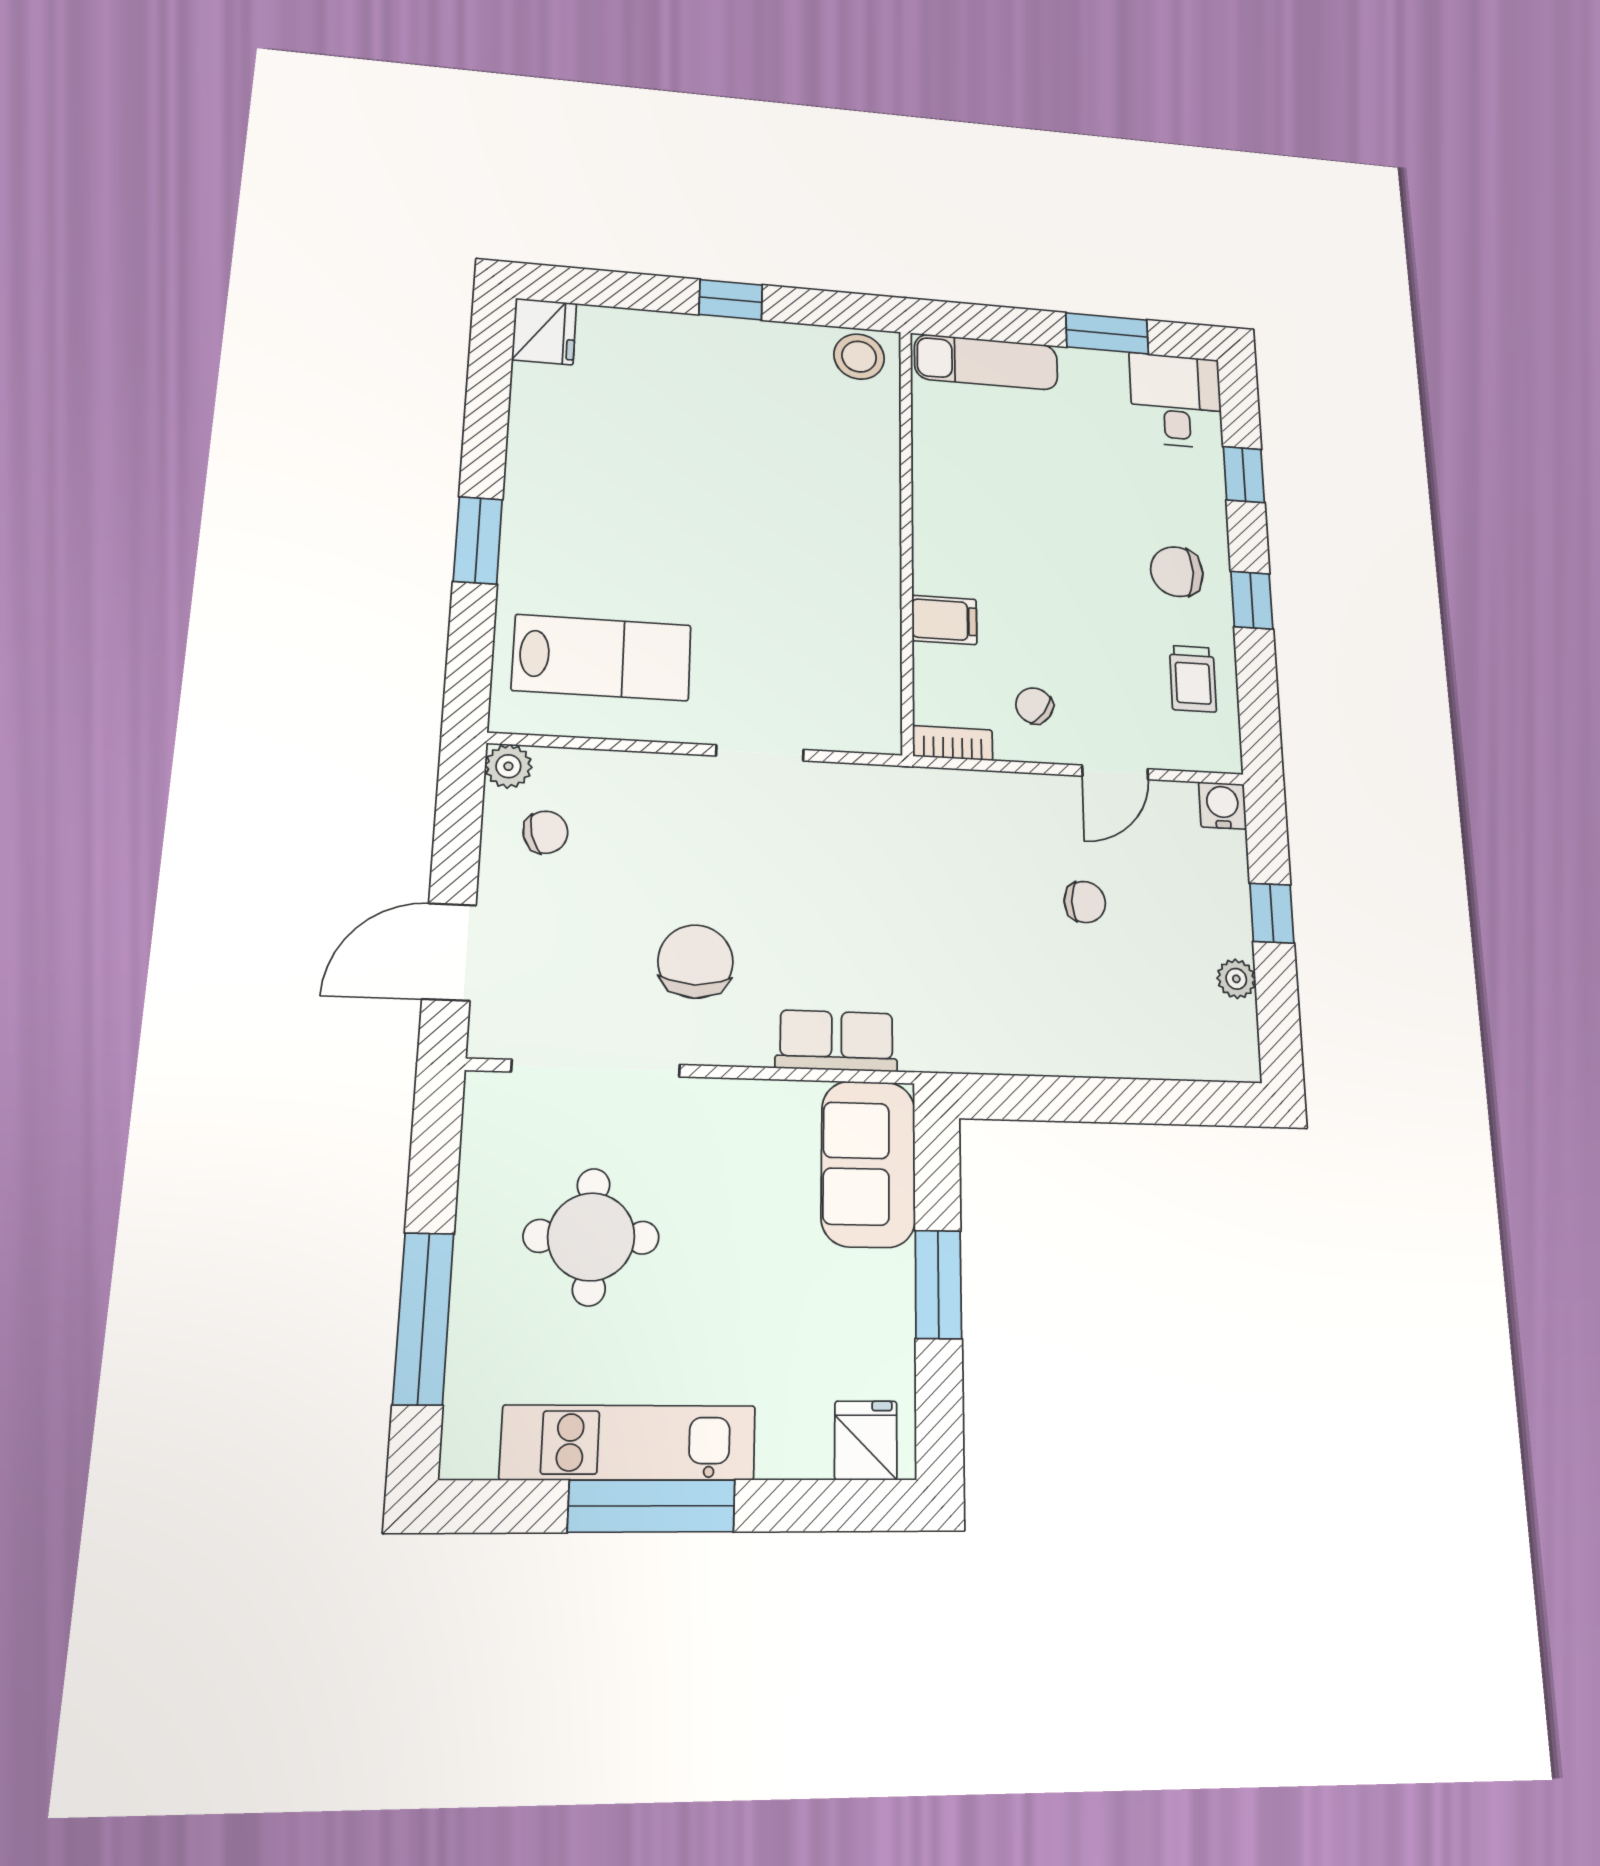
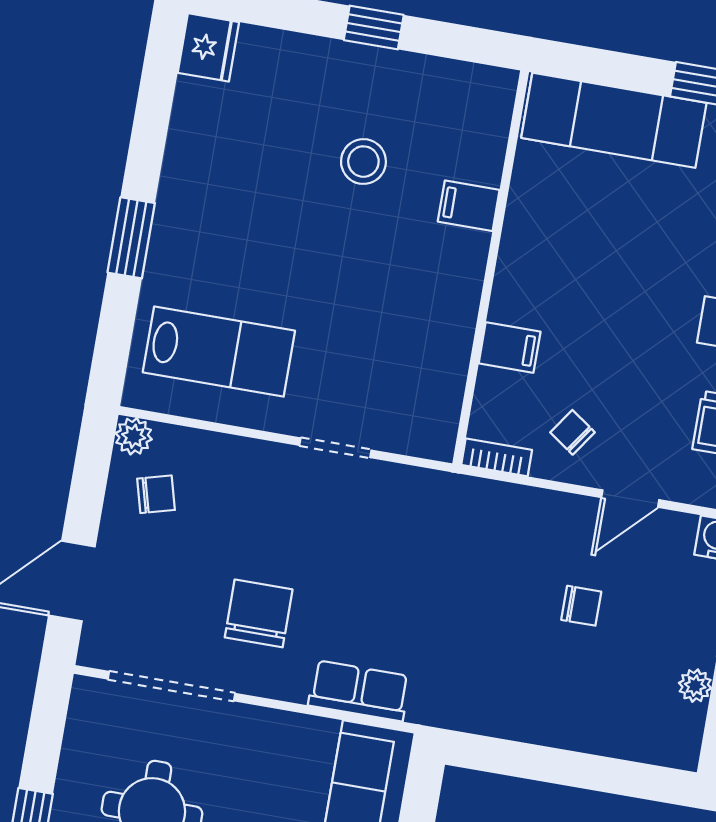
stool: (859, 357) -> (363, 162), moved
exam couch: (986, 362) -> (614, 120), width x1.36, depth x1.45
filing cabinet: (870, 473) -> (469, 206), added

